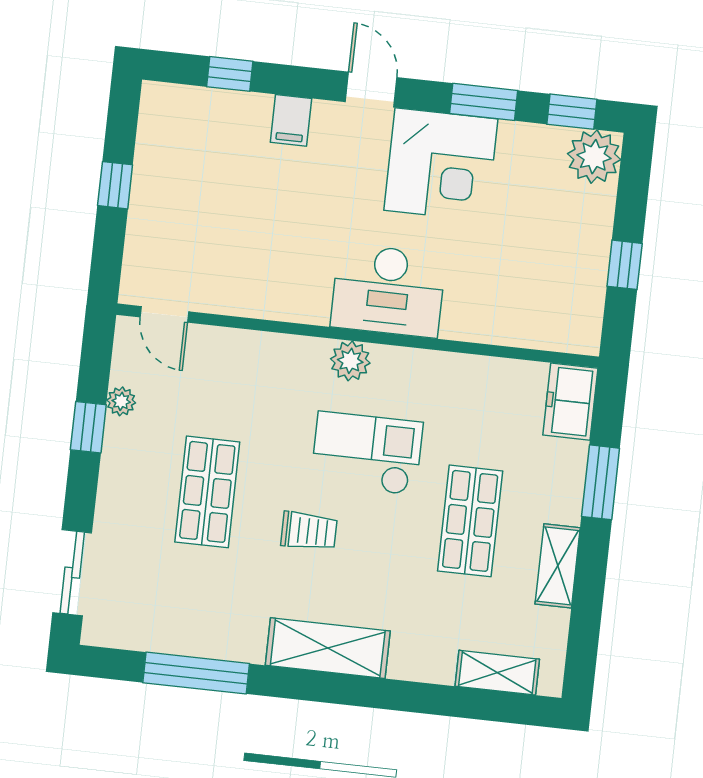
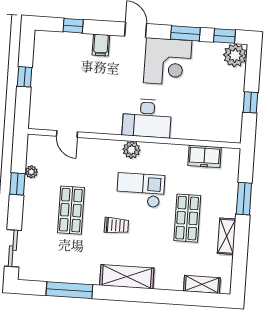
door: (164, 314) -> (67, 134), moved
freezer: (570, 402) -> (205, 156), moved, turned -90

